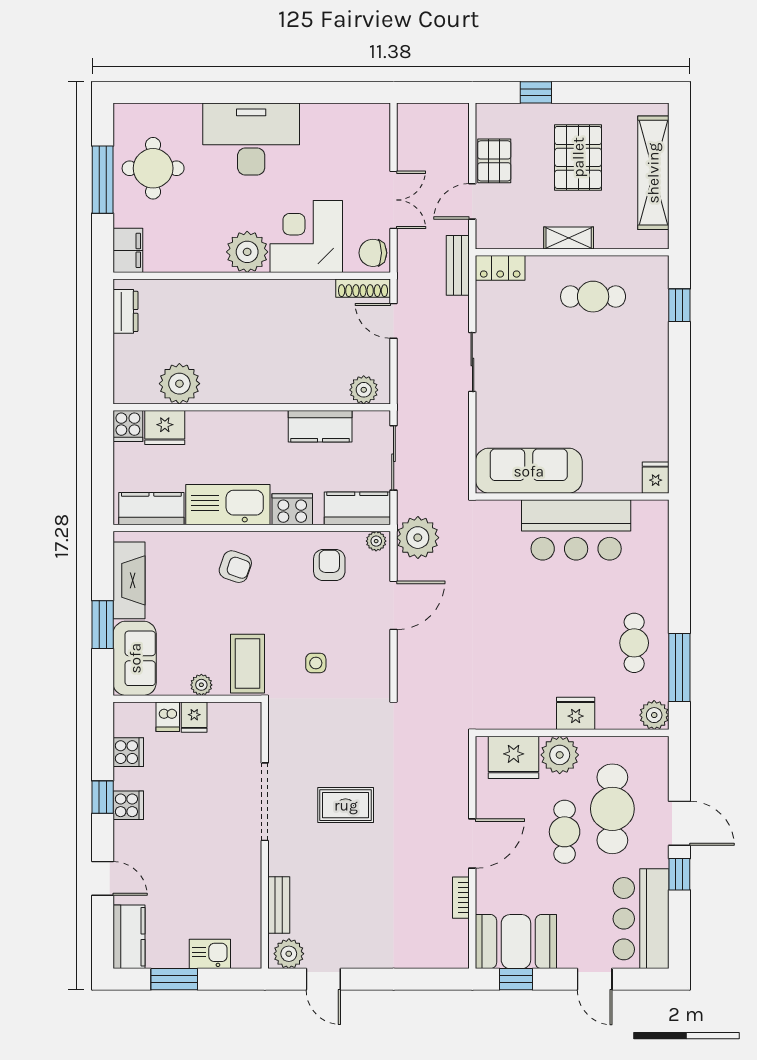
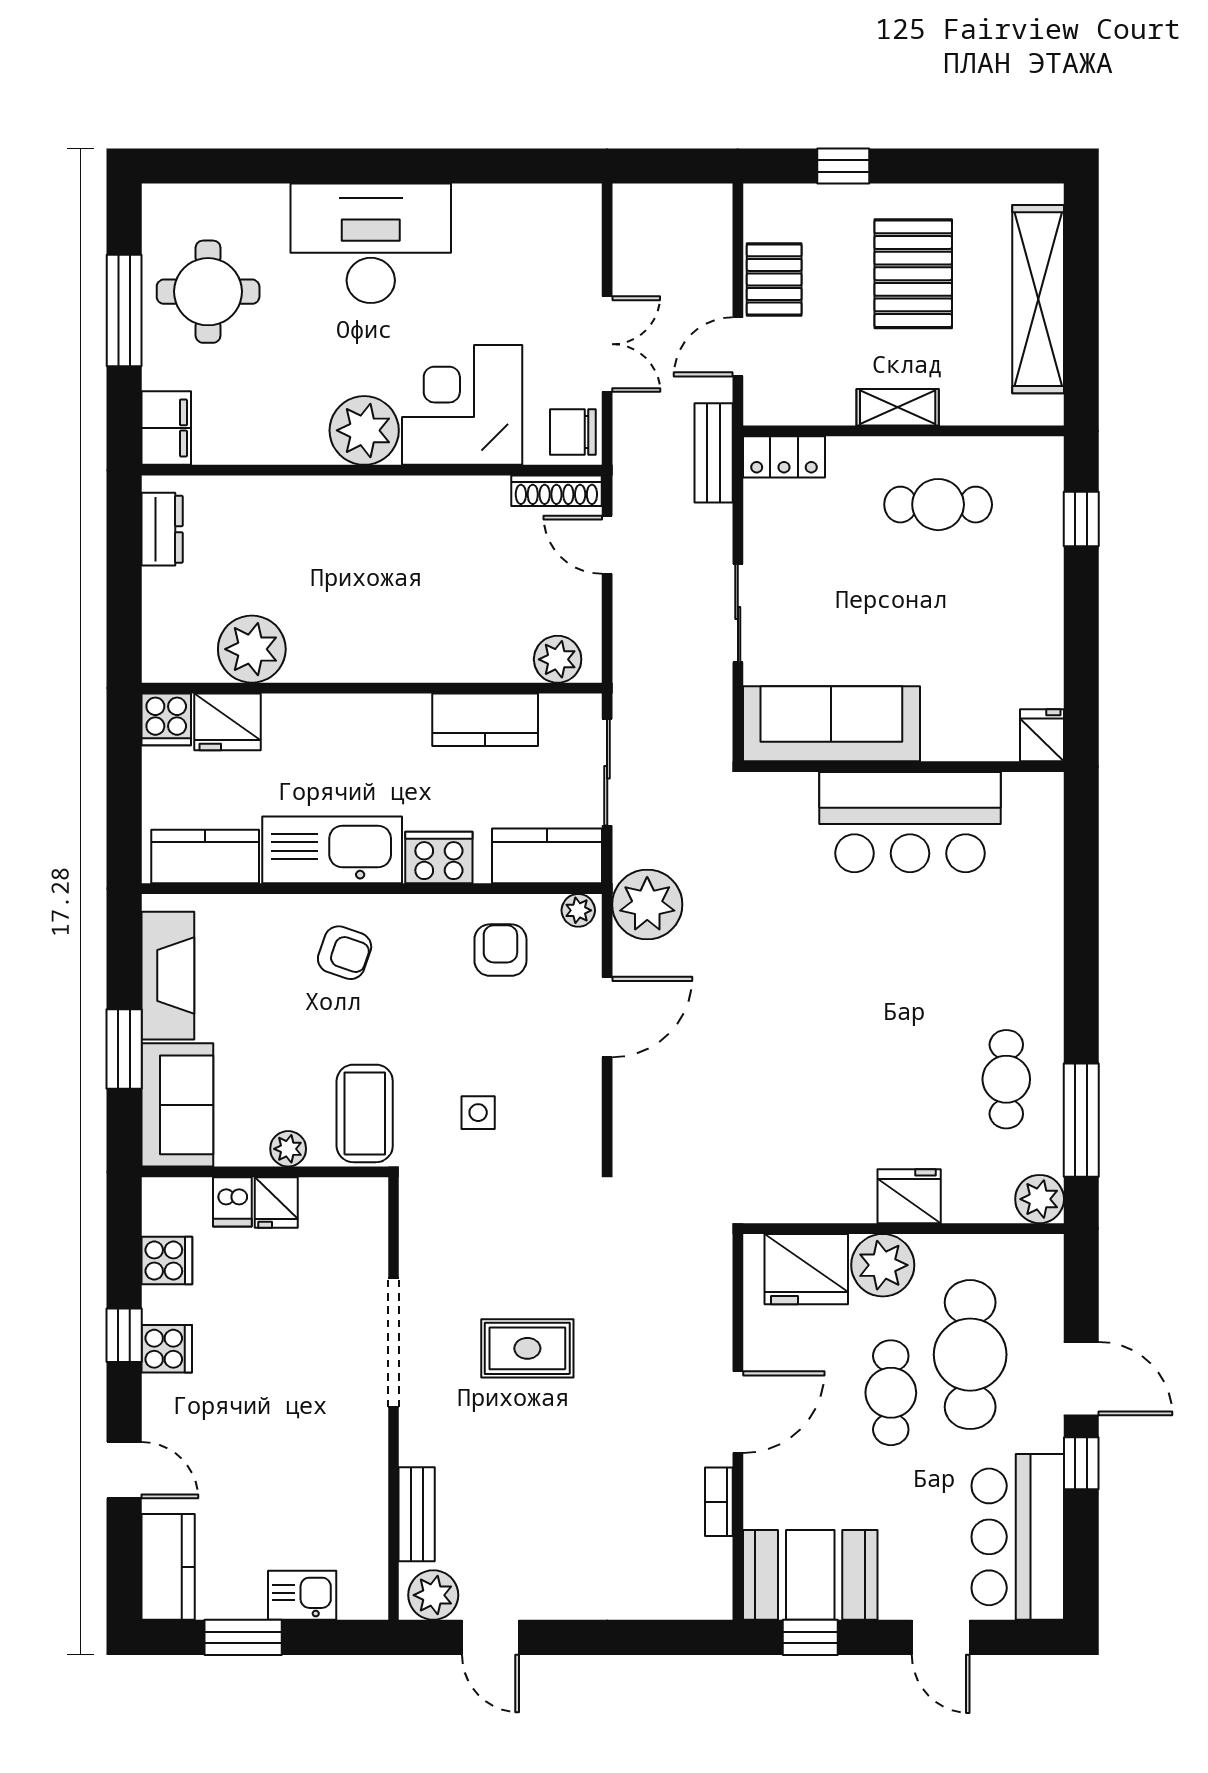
sofa: (529, 471) -> (831, 724), moved
fridge: (656, 478) -> (1042, 735), moved
wall: (572, 496) -> (903, 767), moved
bar counter: (576, 530) -> (910, 822), moved

